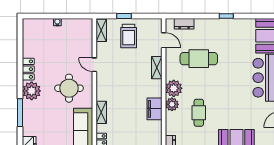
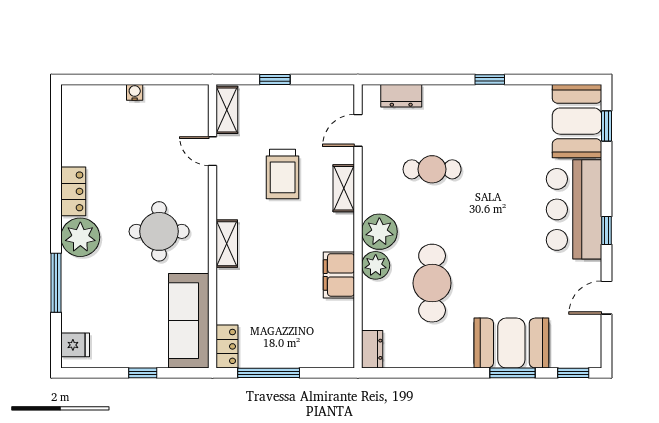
trolley: (129, 36) -> (283, 174), moved
door: (164, 40) -> (358, 130), swing flipped
cafe table: (199, 59) -> (432, 169), width x0.73, depth x0.74
door: (94, 65) -> (212, 151), moved
shelving: (101, 112) -> (227, 244), moved
cafe table: (199, 113) -> (432, 283), width x1.37, depth x1.35

